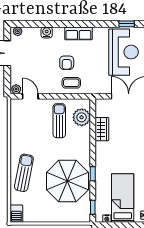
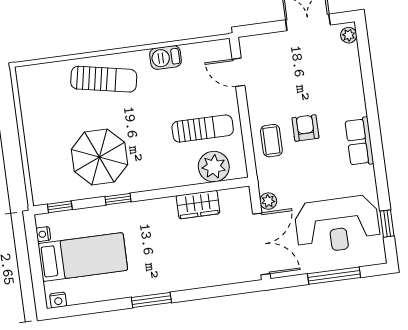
water cooler: (47, 32) -> (353, 86), removed
armchair: (67, 63) -> (305, 128), turned 90
plant: (16, 89) -> (268, 201), moved
door: (30, 96) -> (238, 72), swing flipped
parasol: (67, 181) -> (99, 157), width x0.73, depth x0.73
barbecue: (16, 214) -> (166, 58), moved

